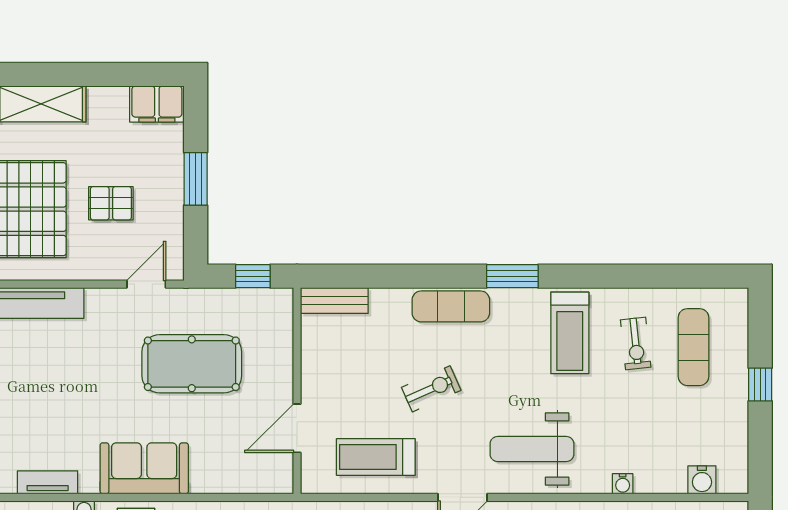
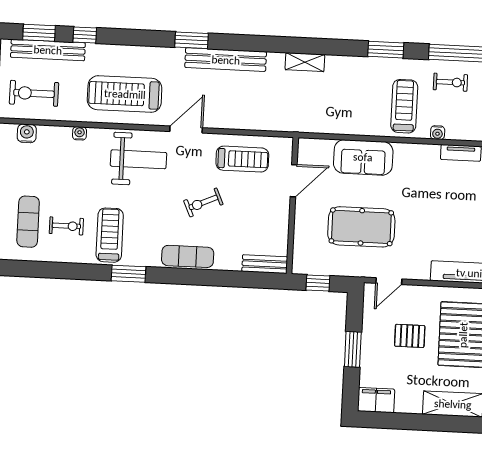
window: (512, 276) -> (129, 274), moved
exercise bike: (636, 343) -> (66, 226), turned 96
sofa: (144, 468) -> (363, 157), moved

